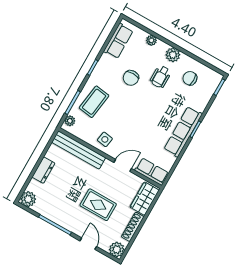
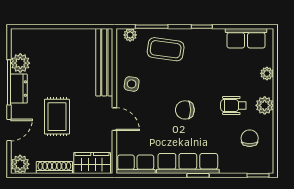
chair: (131, 78) -> (185, 110), moved
dresser: (44, 170) -> (19, 89), moved, turned -90
row of seats: (152, 172) -> (136, 164), moved, turned -90
plant: (28, 199) -> (20, 63), moved

